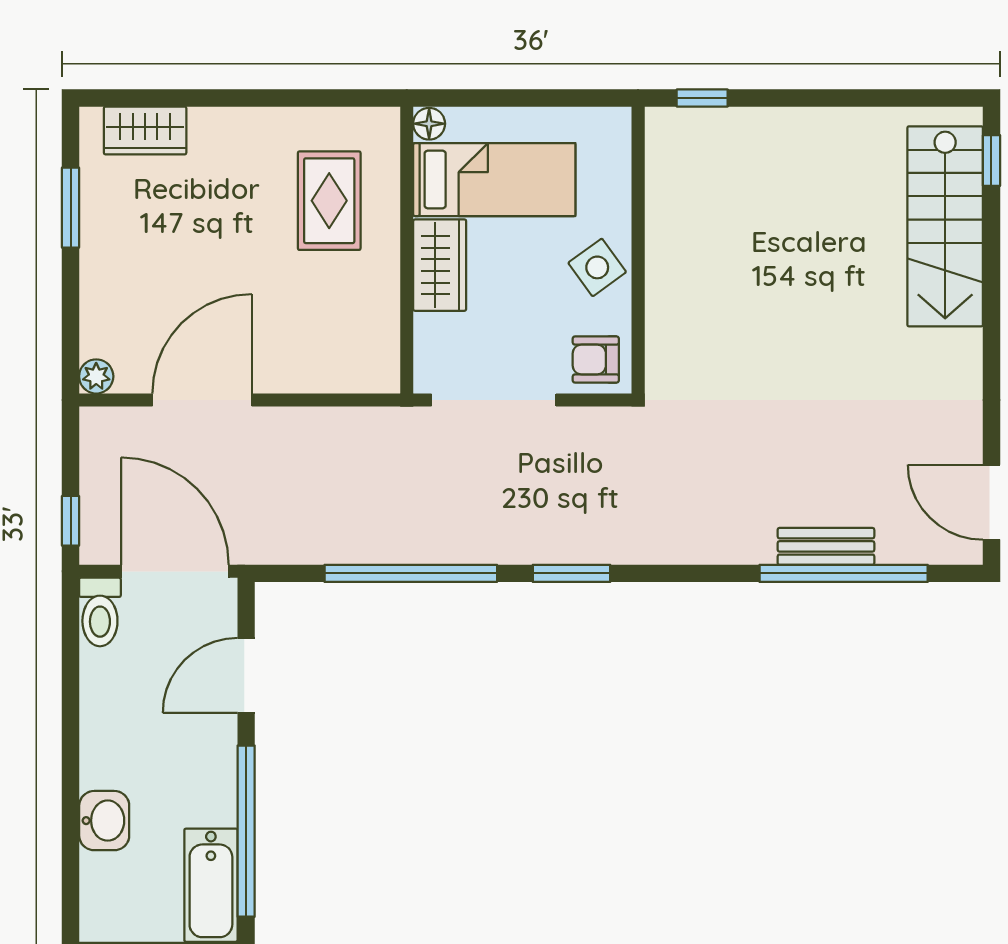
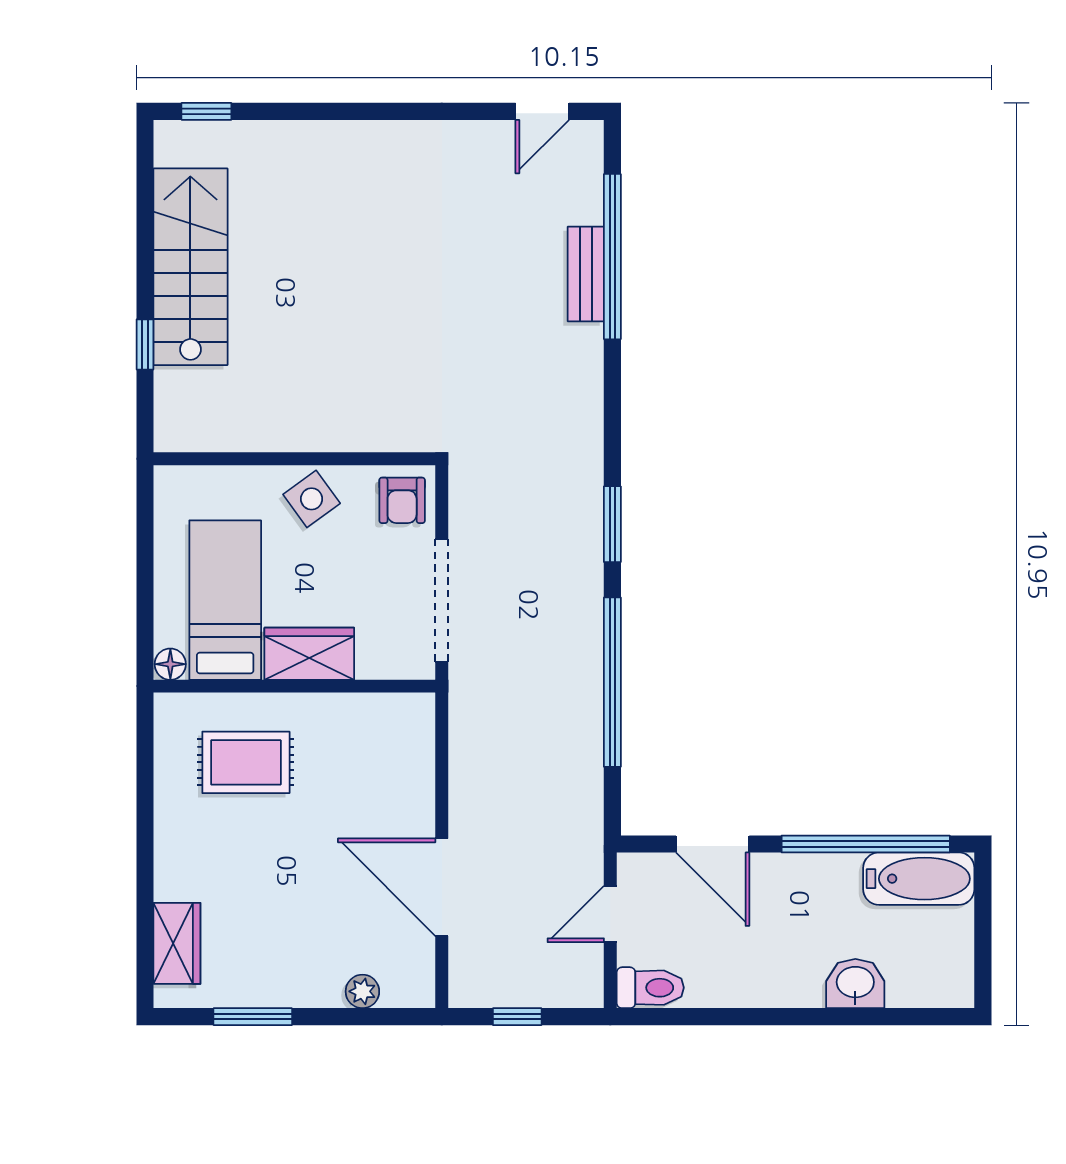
window: (702, 98) -> (145, 344), moved
stairs: (945, 226) -> (190, 267), moved, turned -90
plant: (96, 376) -> (362, 991), moved
door: (991, 502) -> (542, 111), width x0.73
window: (71, 521) -> (517, 1017), moved
door: (175, 571) -> (610, 914), width x0.53

